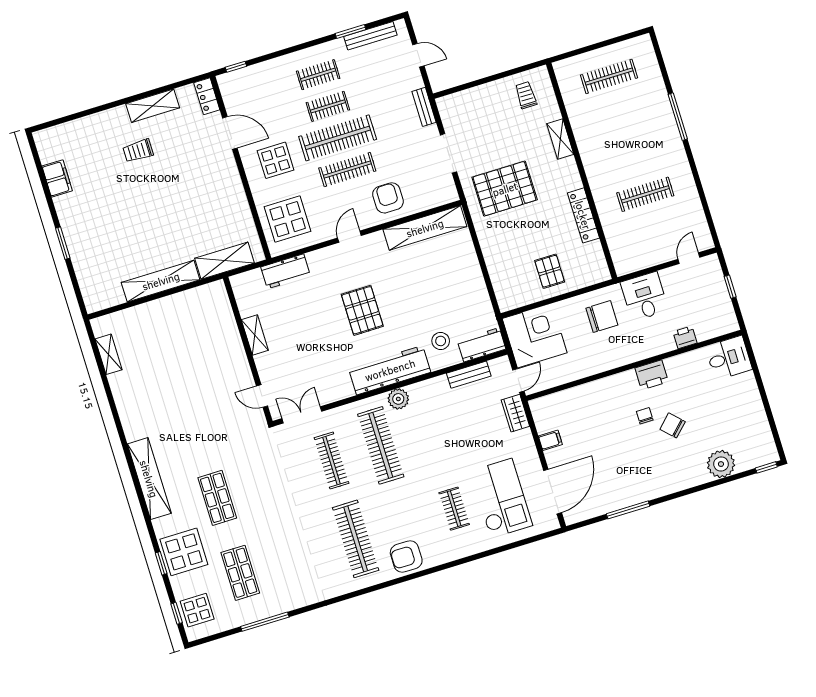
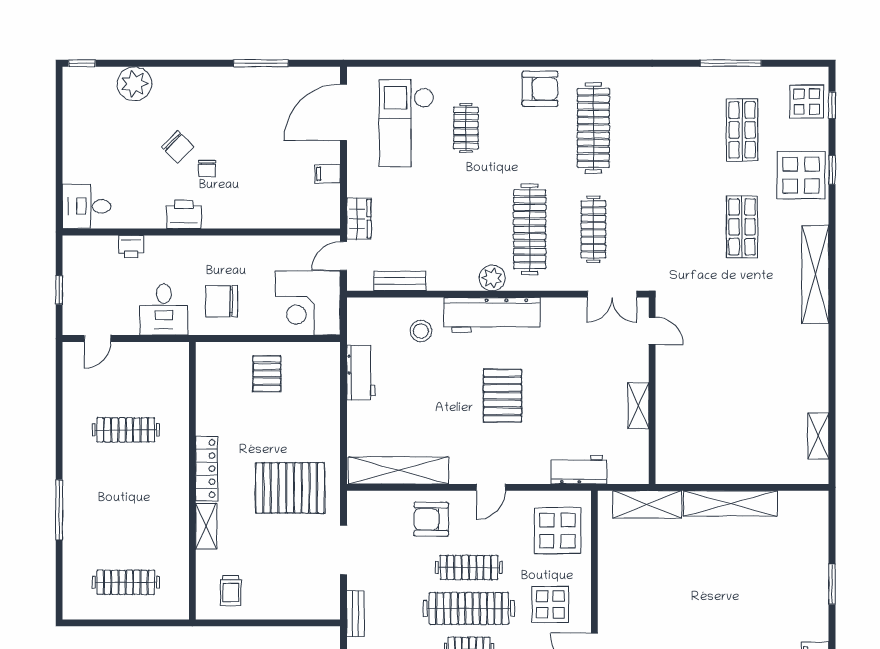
armchair: (388, 198) -> (431, 519), turned 90
locker: (583, 215) -> (207, 469), moved
workbench: (482, 345) -> (361, 373), moved, turned -90

